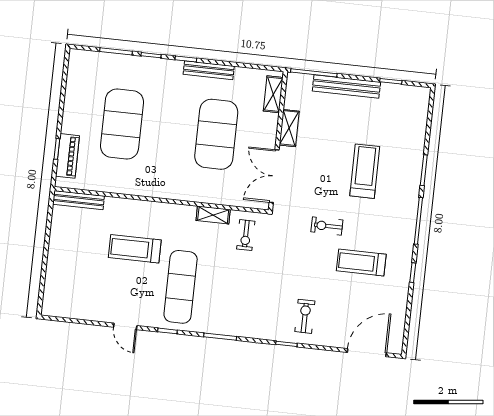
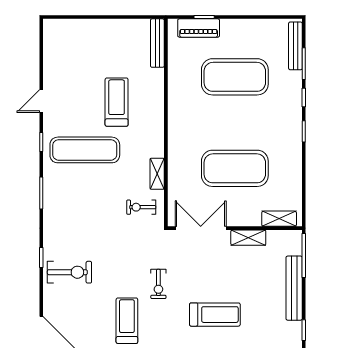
bench: (209, 70) -> (295, 46), moved
exercise bike: (327, 226) -> (158, 284), turned 180
exercise bike: (305, 316) -> (69, 272), width x1.38, depth x1.39

